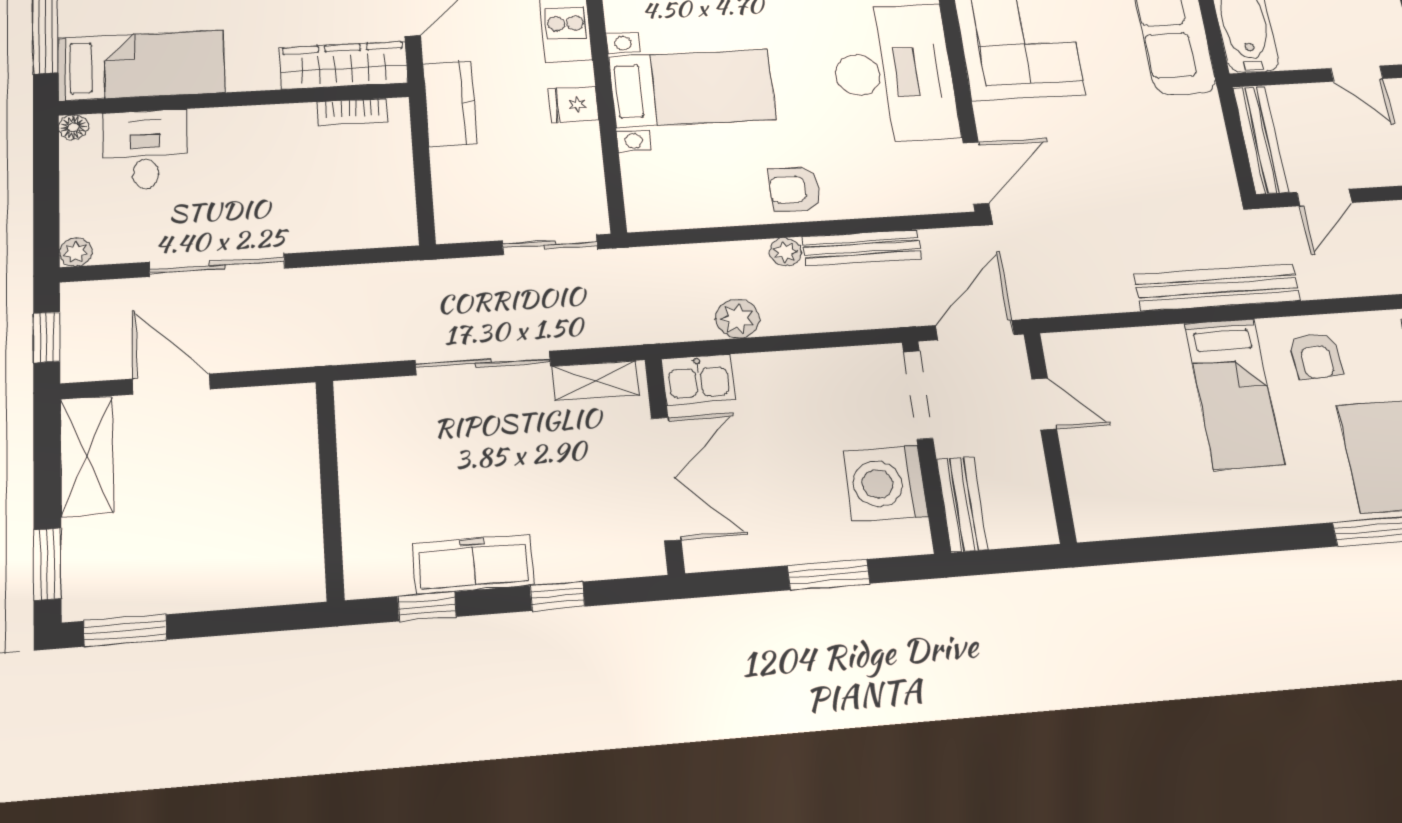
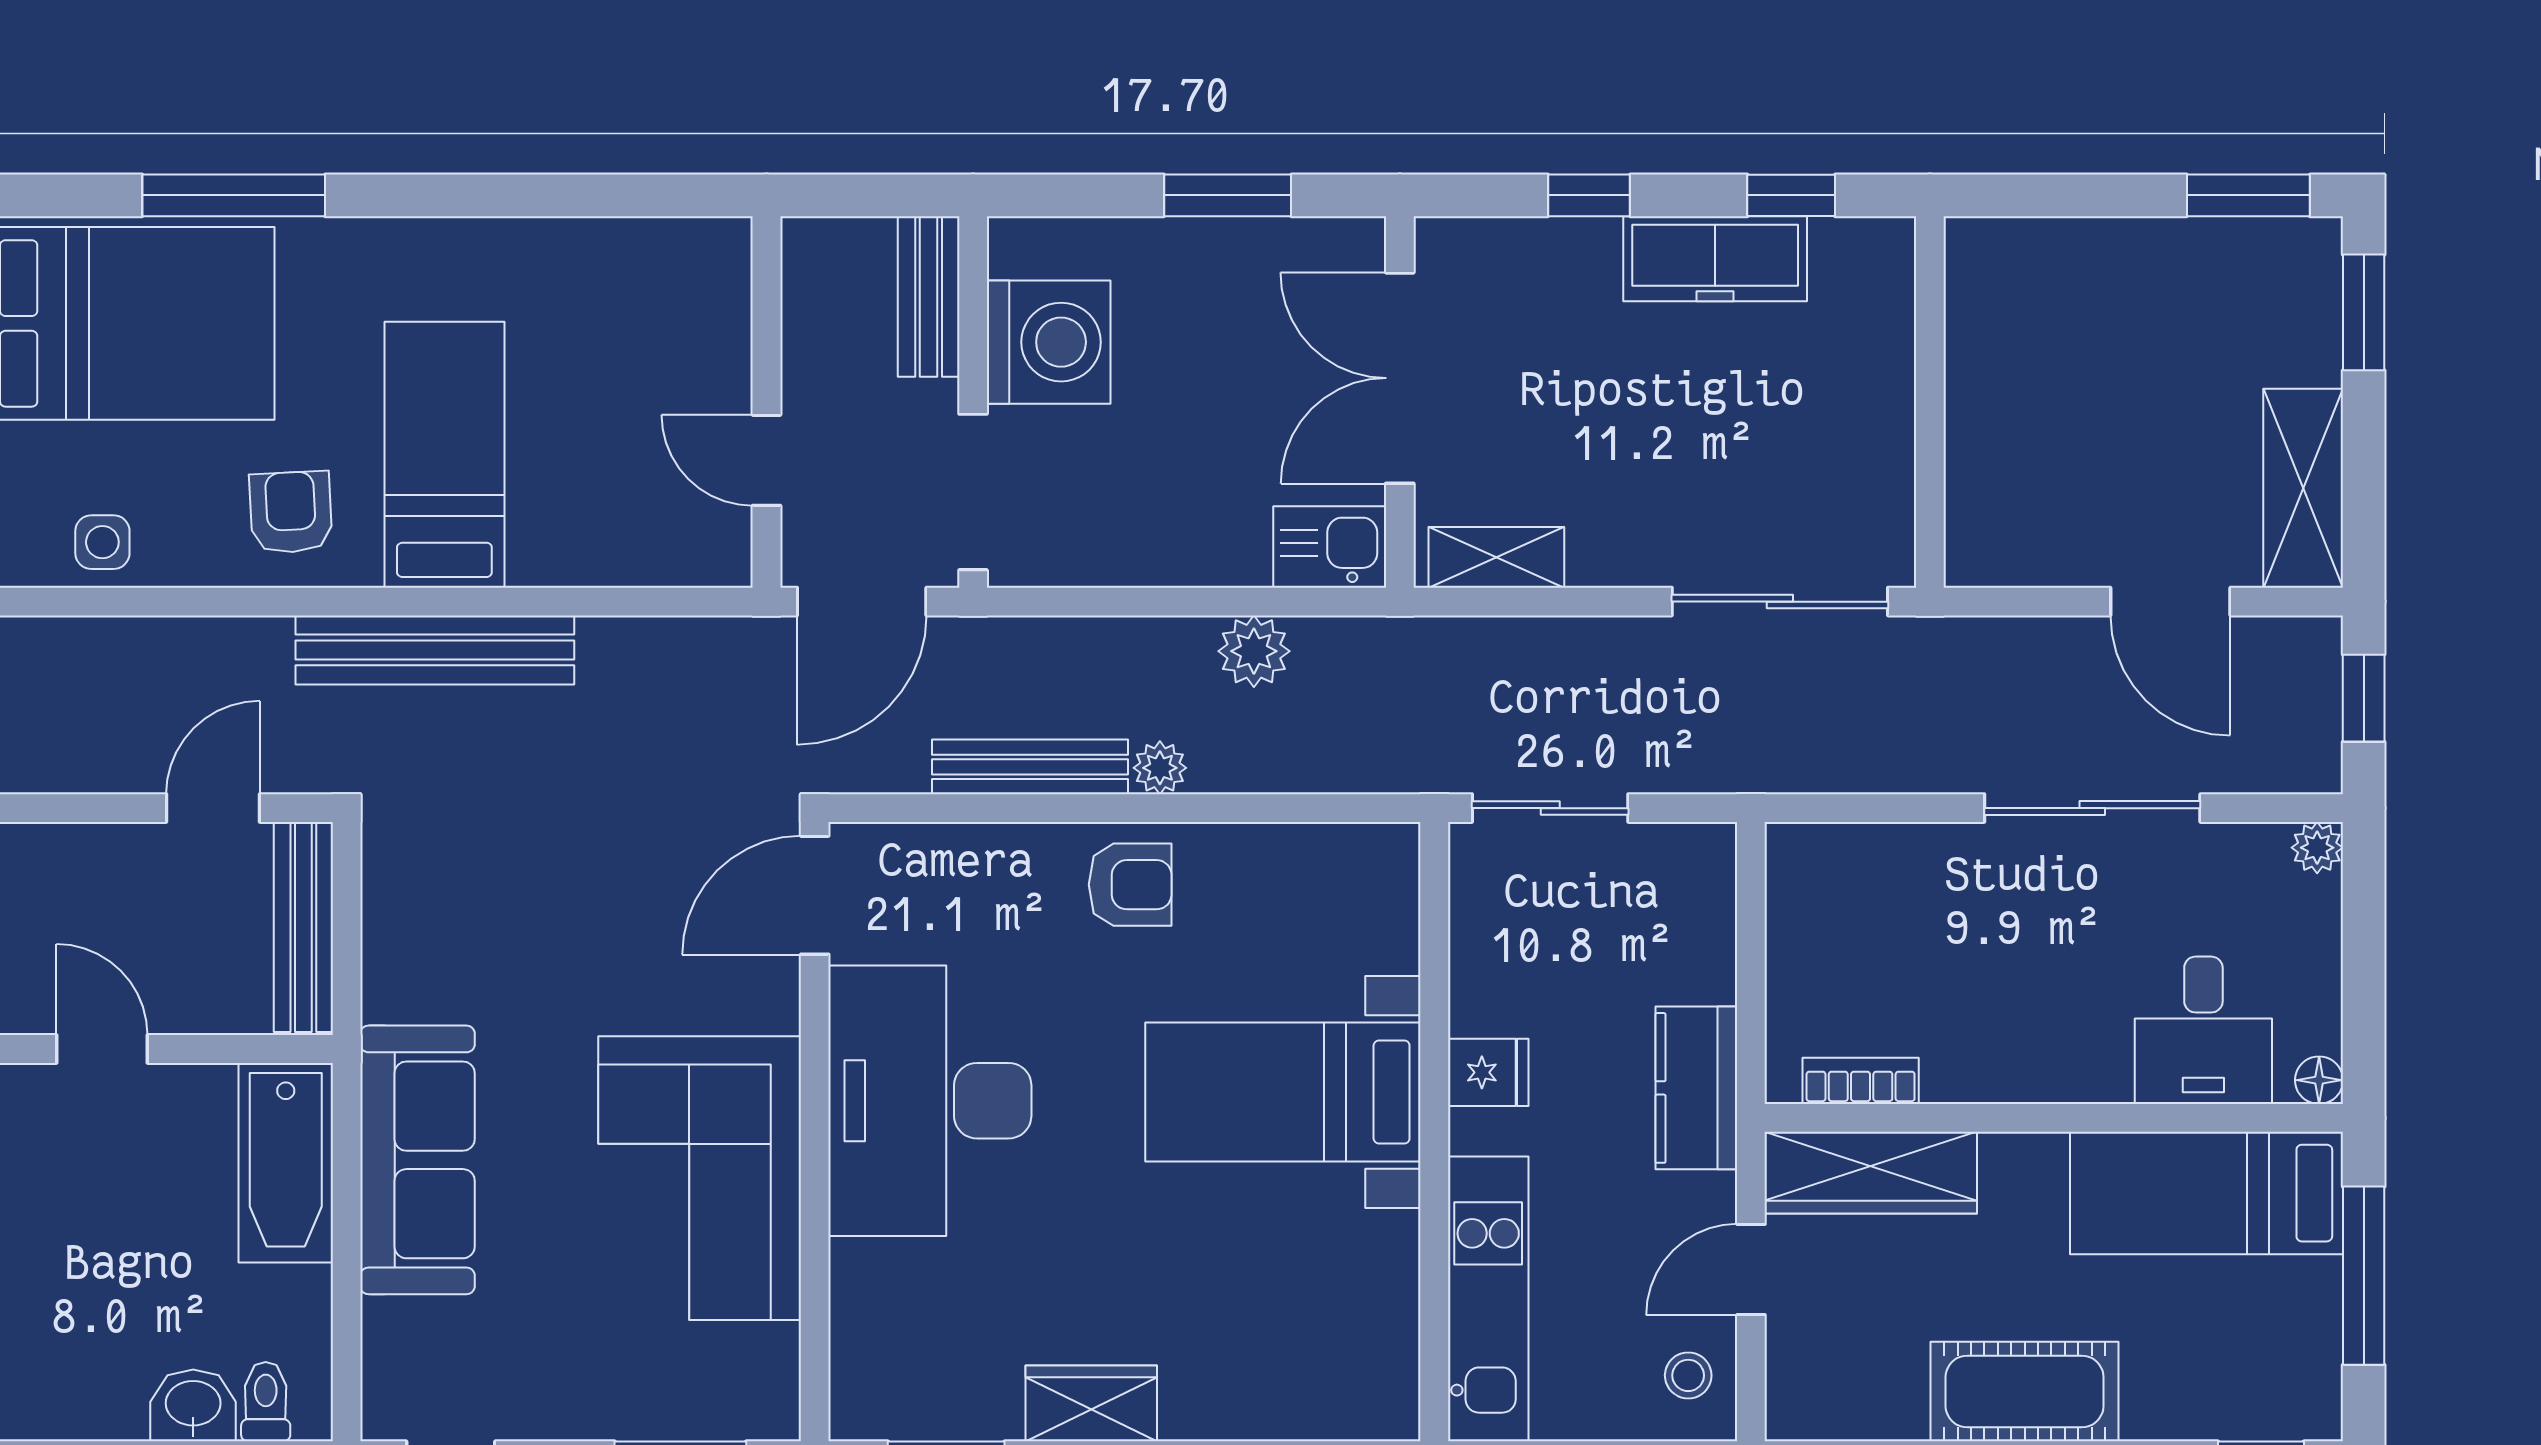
sliding door: (483, 363) -> (1780, 602), moved
window: (829, 575) -> (1228, 195), moved

